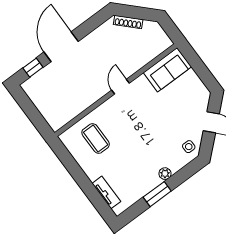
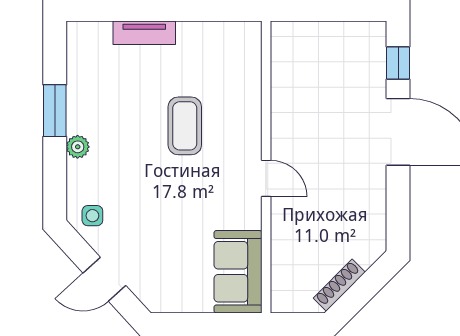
shoe rack: (128, 22) -> (339, 285), moved
coffee table: (96, 138) -> (185, 126), moved, turned 90
tv unit: (106, 192) -> (144, 33), moved

